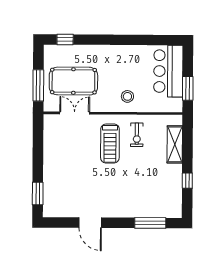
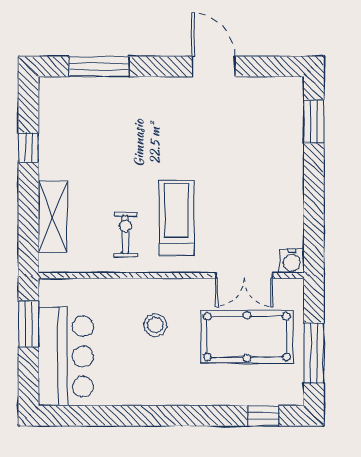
window: (38, 85) -> (314, 353), moved
stool: (127, 96) -> (155, 325), moved
water cooler: (50, 121) -> (292, 261), added

